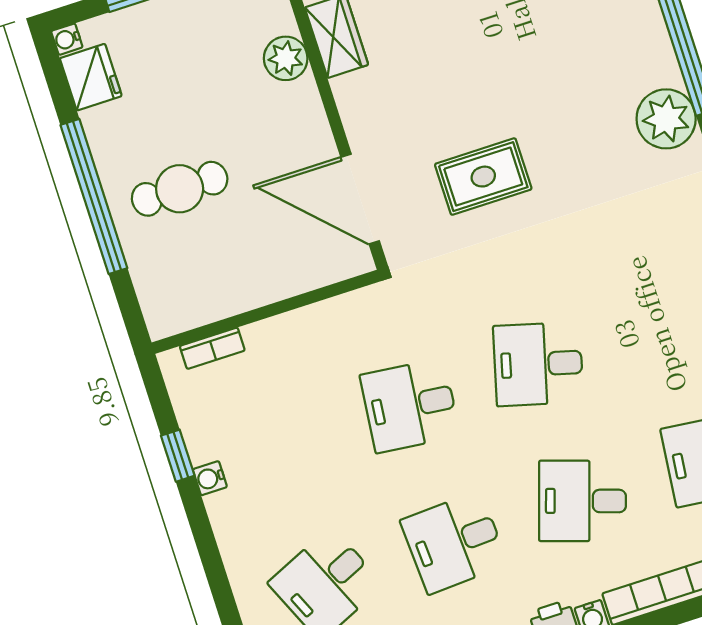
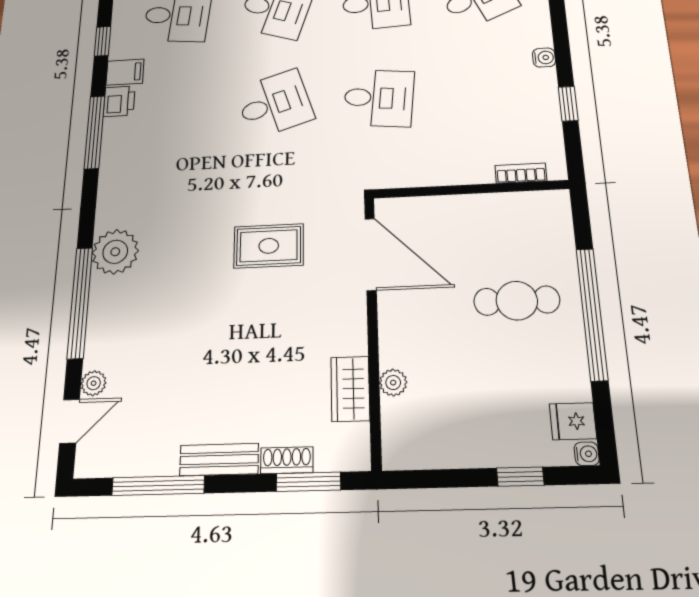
plant: (286, 58) -> (393, 383), width x0.73, depth x0.73
fridge: (91, 77) -> (573, 421), width x0.72
desk: (538, 364) -> (275, 104), turned -33
water cooler: (210, 478) -> (544, 58), moved

